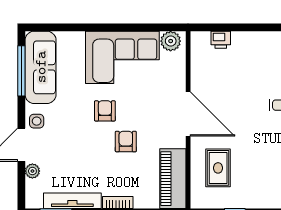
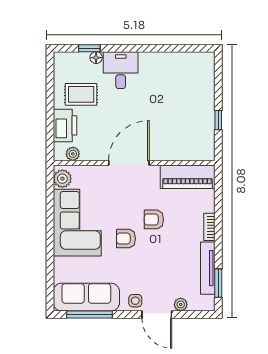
printer: (221, 40) -> (65, 125), width x1.87, depth x1.48
plant: (198, 52) -> (73, 154), added
rug: (218, 168) -> (81, 94), moved

